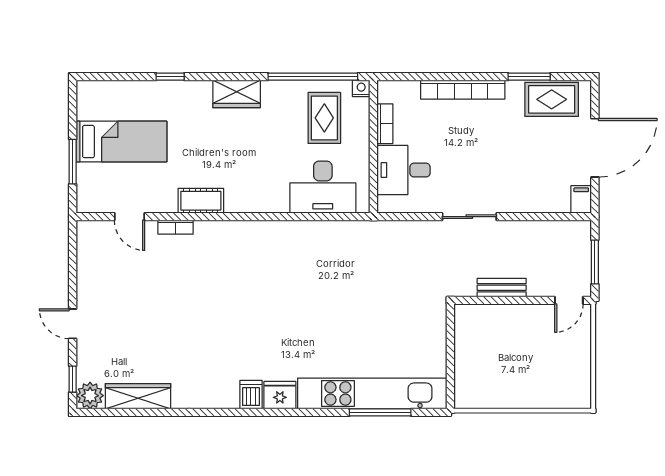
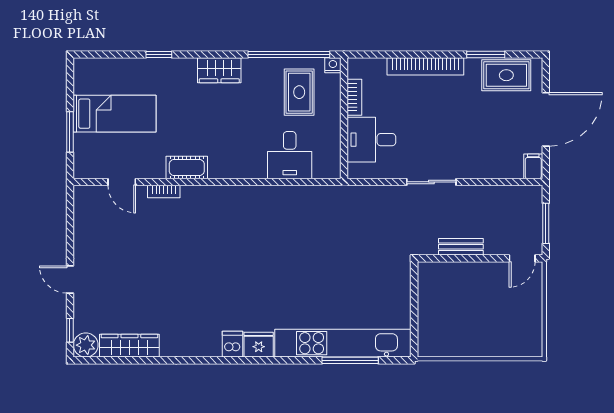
desk: (323, 187) -> (290, 155), width x0.73

